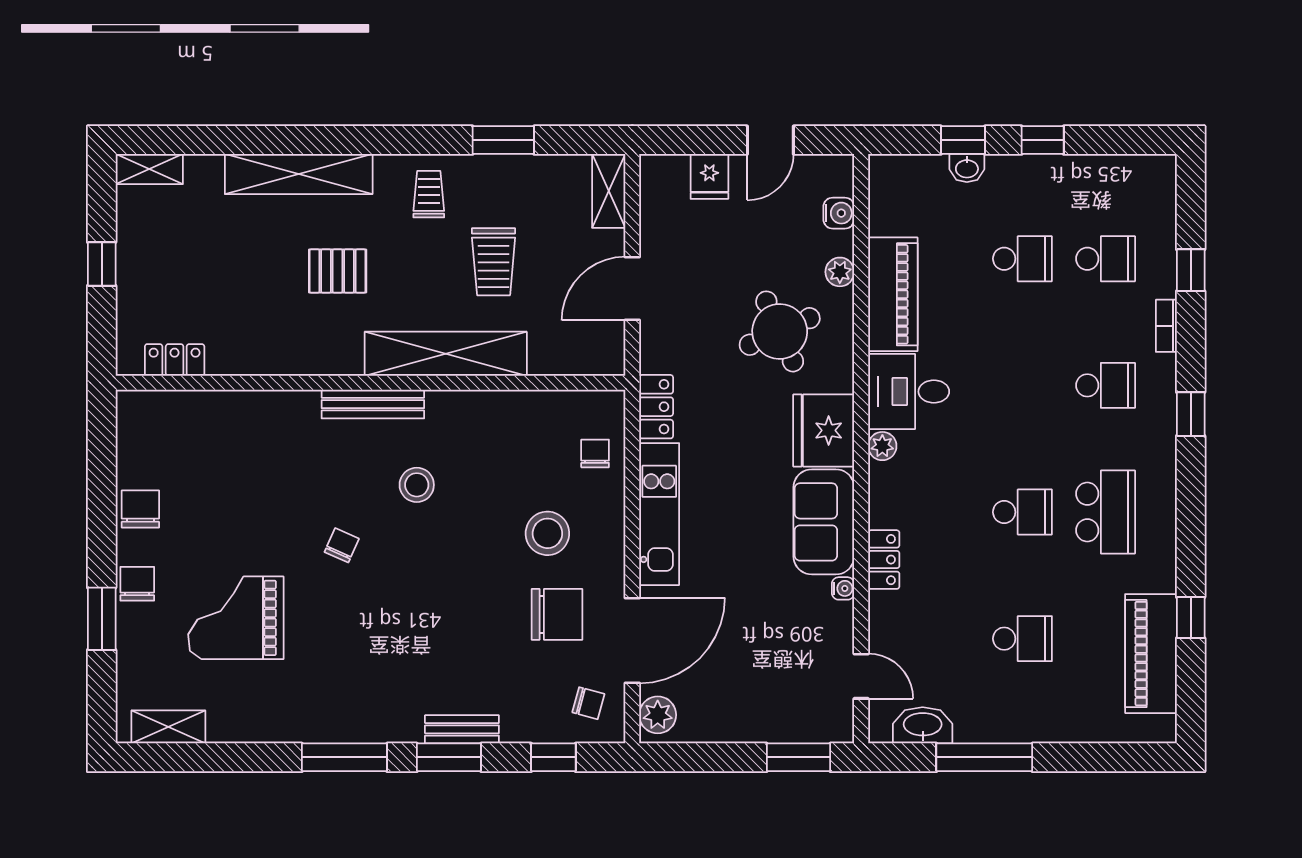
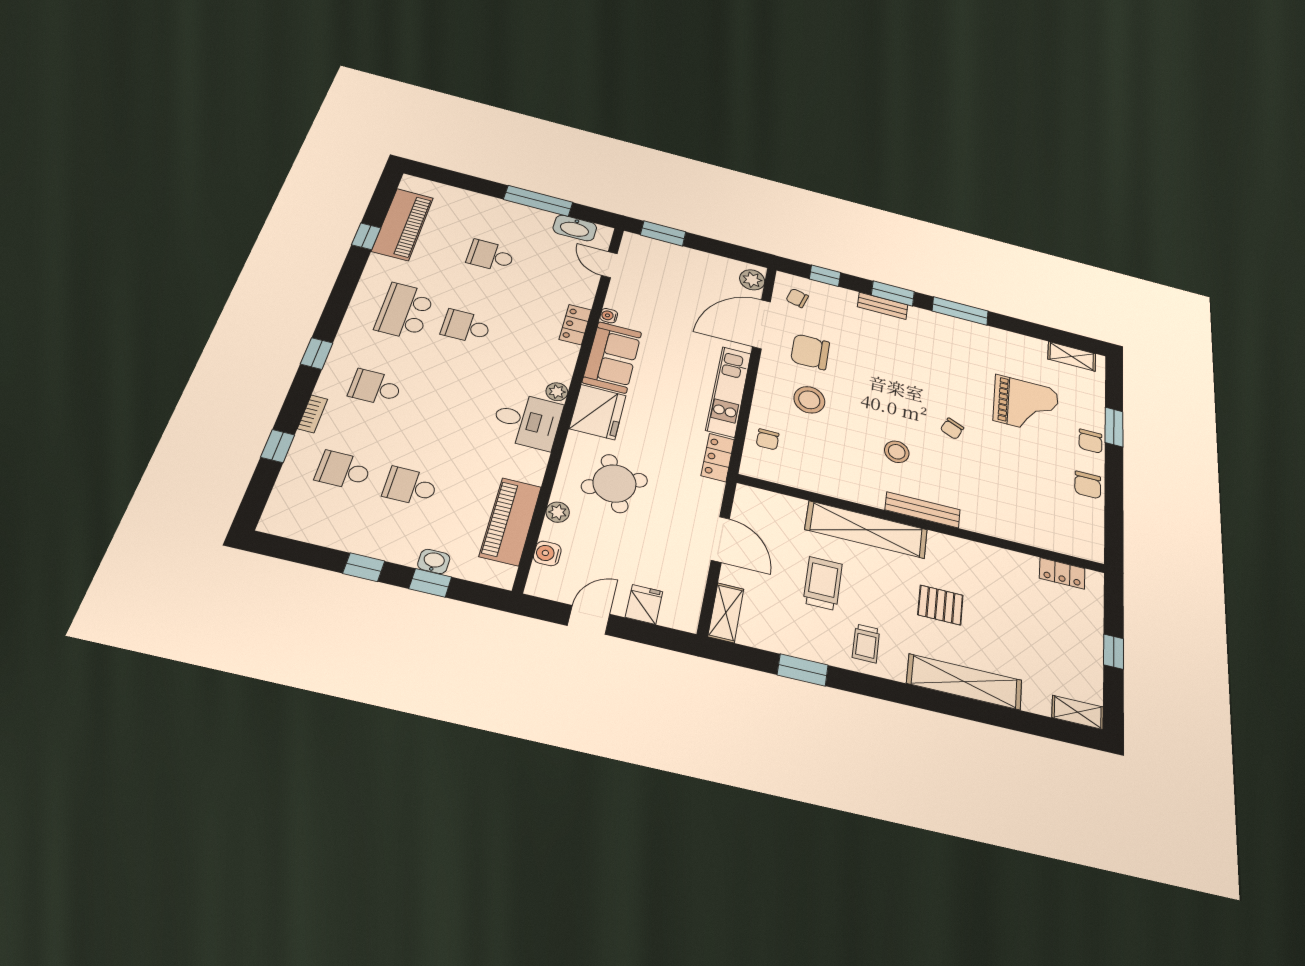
door: (632, 289) -> (720, 539), hinge flipped
piano: (893, 294) -> (510, 521), moved

